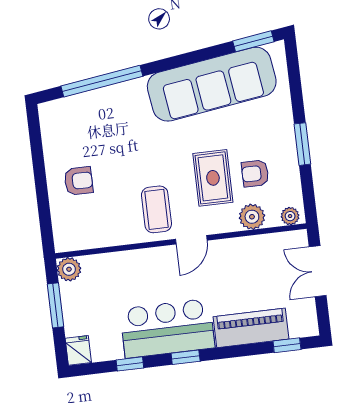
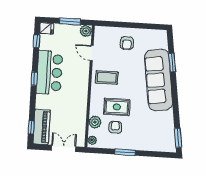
window: (102, 81) -> (172, 63), width x0.47
sofa: (212, 84) -> (159, 80), moved
door: (191, 240) -> (92, 53), moved
piano: (251, 328) -> (42, 127), moved
window: (130, 364) -> (36, 41), moved

